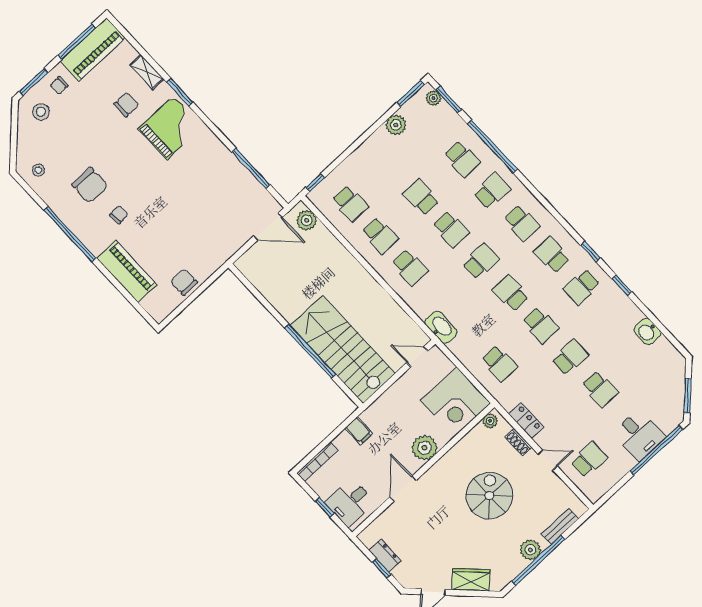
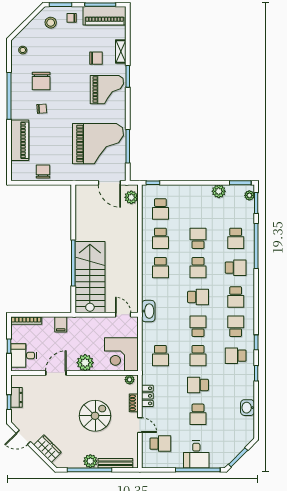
grand piano: (216, 195) -> (98, 144), added
school desk: (570, 357) -> (198, 385), turned 180
bench: (560, 527) -> (115, 463), width x1.36

